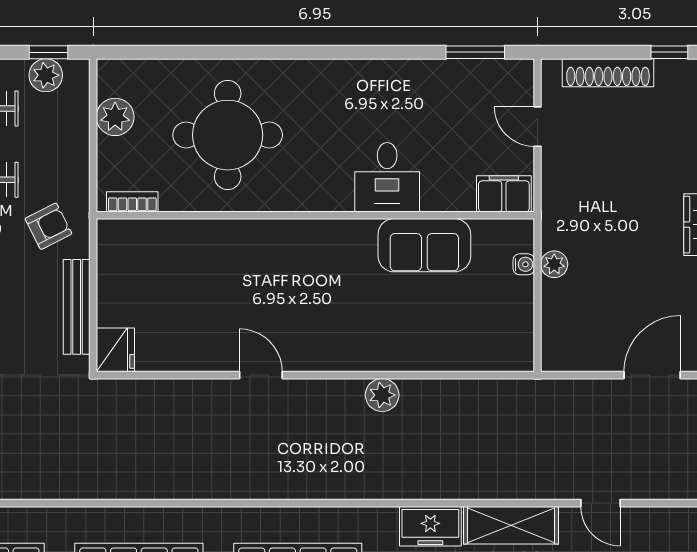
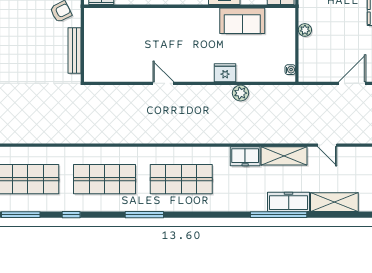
water cooler: (524, 264) -> (290, 70), moved
fridge: (115, 350) -> (225, 73), moved, turned -90
plant: (382, 395) -> (241, 93), moved

